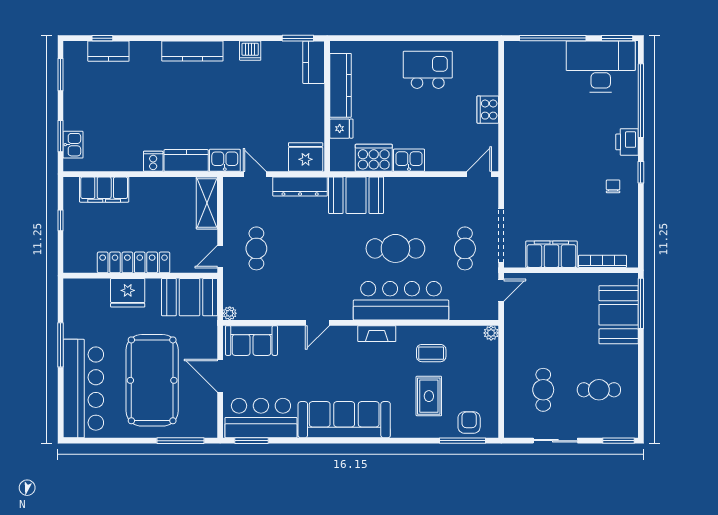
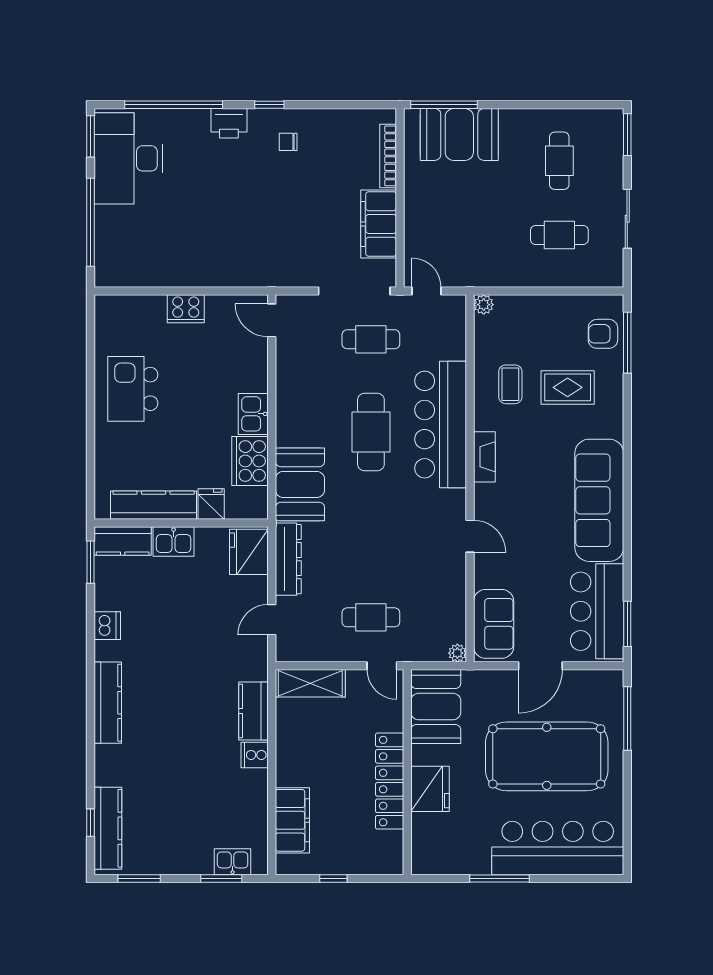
kitchen counter: (108, 51) -> (108, 828), width x1.50
kitchen sink: (225, 160) -> (174, 541), moved, turned -90

